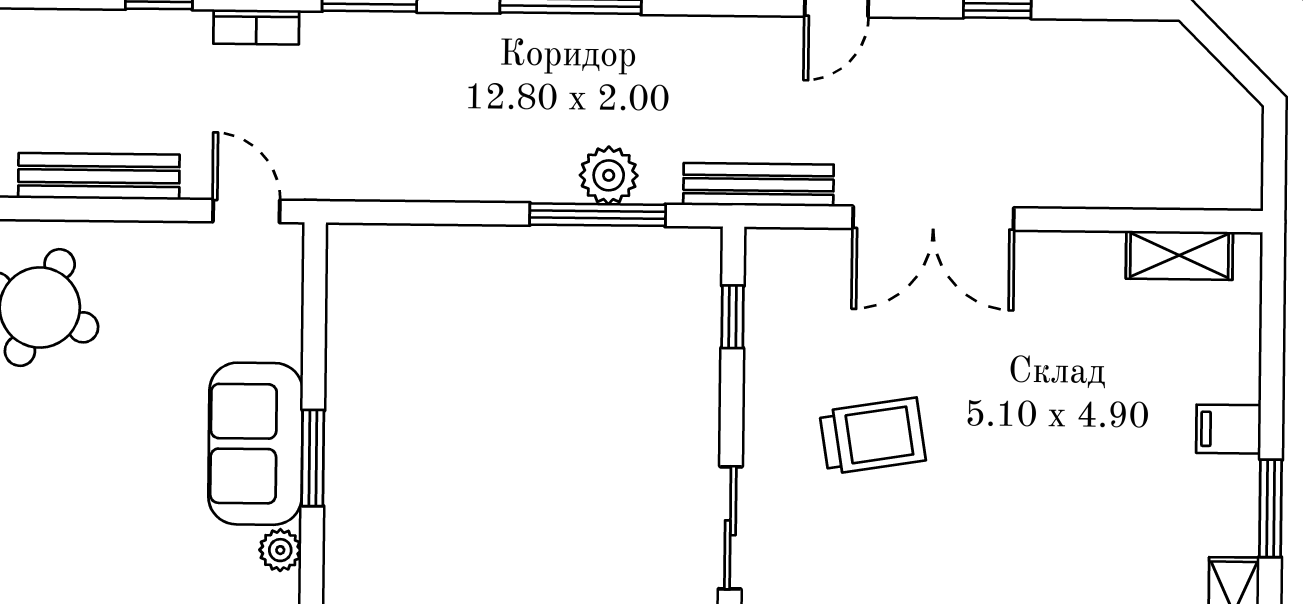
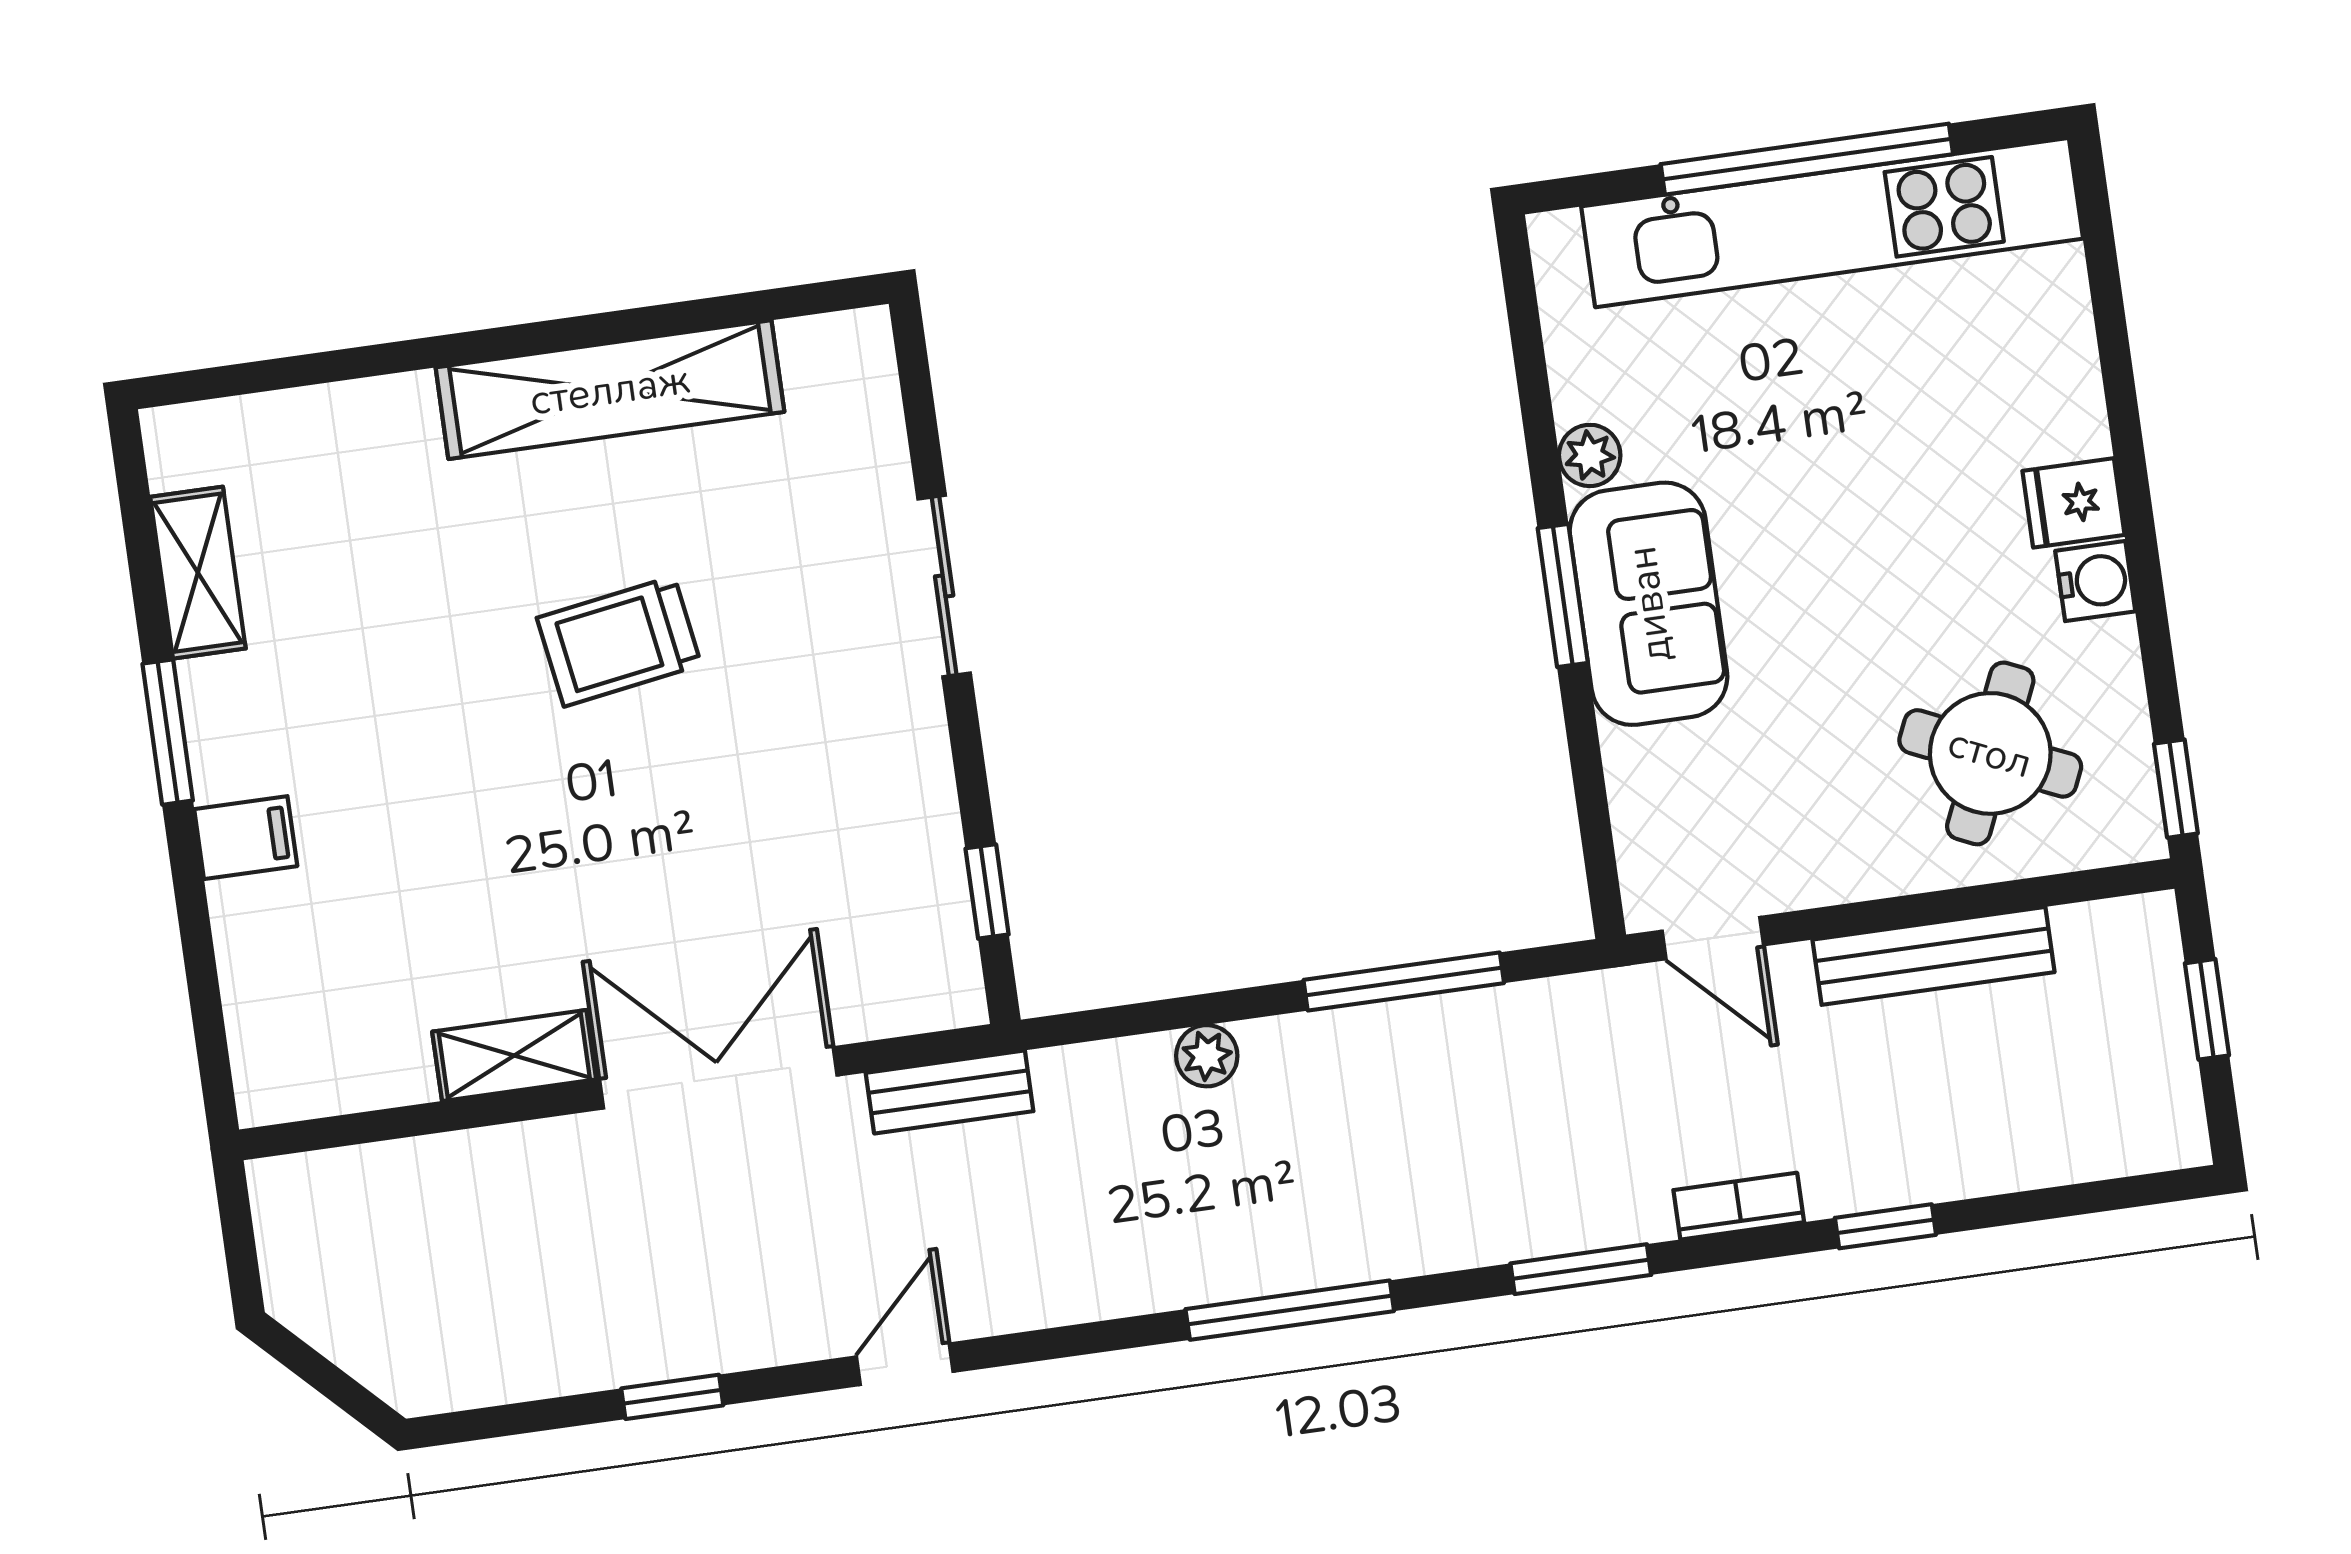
plant: (609, 175) -> (1207, 1056), width x0.73, depth x0.73
bench: (758, 185) -> (950, 1092), width x0.73
window: (598, 215) -> (1404, 981), moved
shelving: (1179, 255) -> (514, 1055), moved
trolley: (873, 436) -> (619, 641), moved

